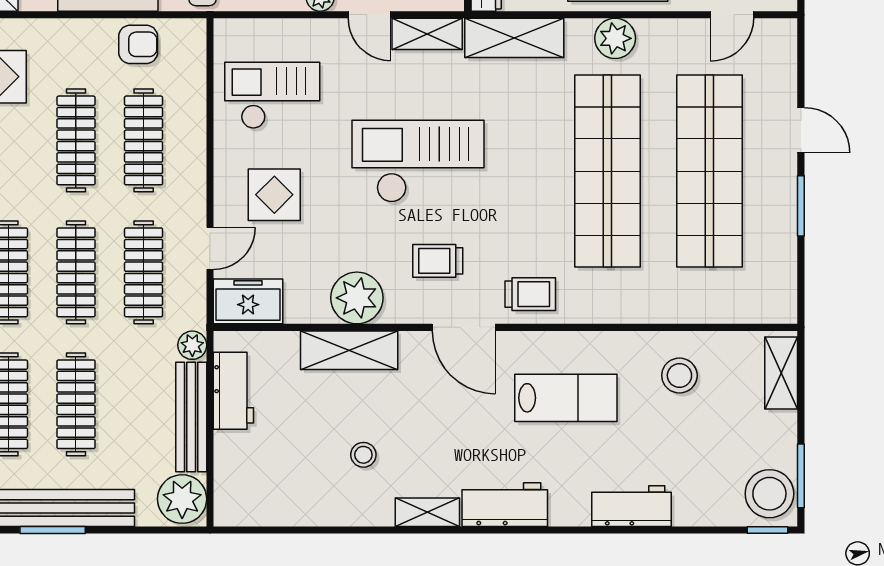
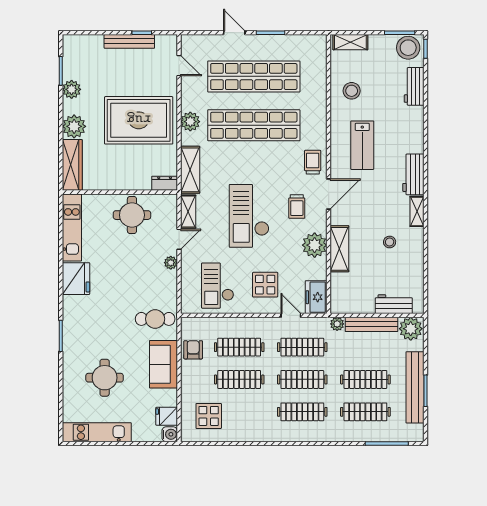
door: (801, 130) -> (234, 33), hinge flipped
workbench: (233, 391) -> (394, 304), moved
lab bench: (566, 398) -> (362, 145), turned 180
workbench: (631, 506) -> (414, 86), moved

